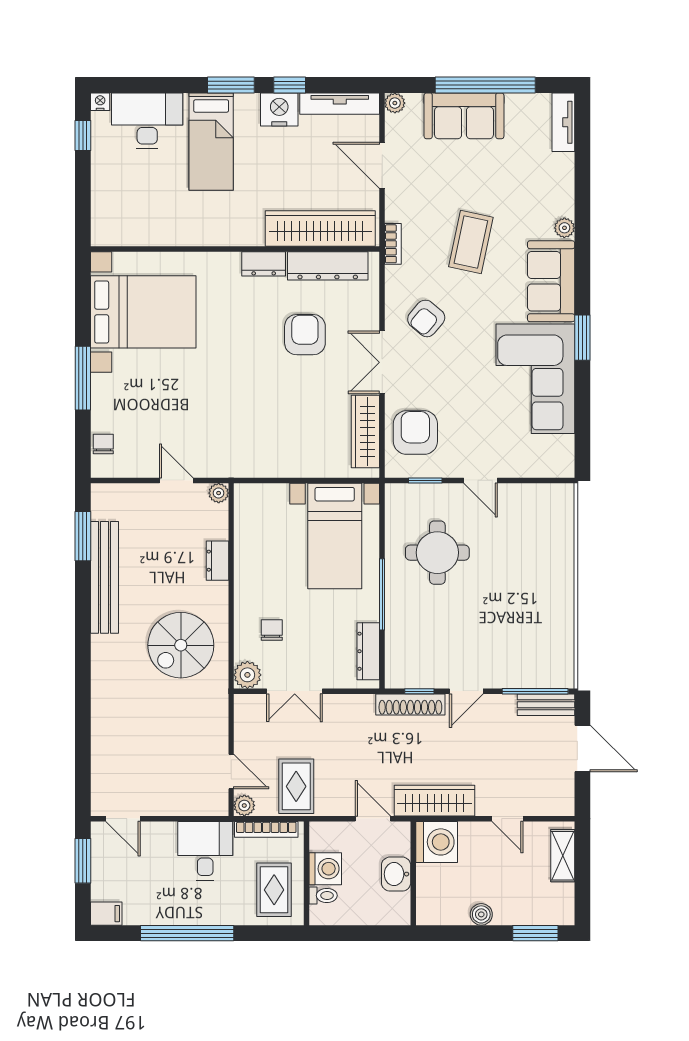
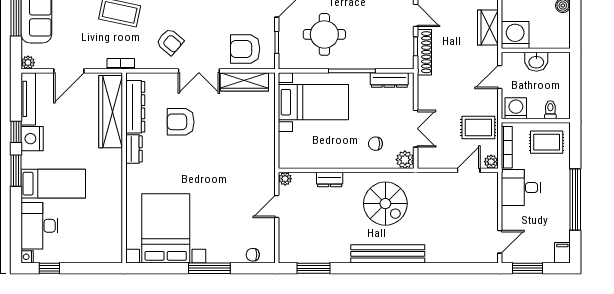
bench: (105, 577) -> (388, 254), moved
wardrobe: (434, 801) -> (488, 28), width x0.67
washing machine: (325, 869) -> (516, 108), moved

